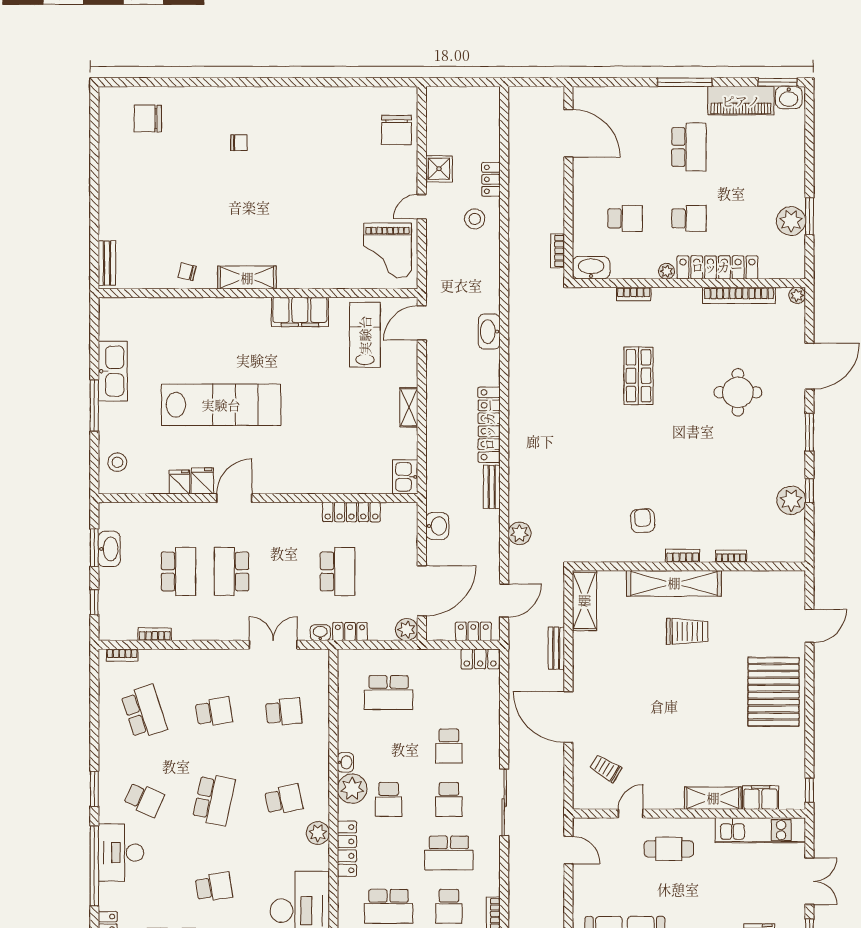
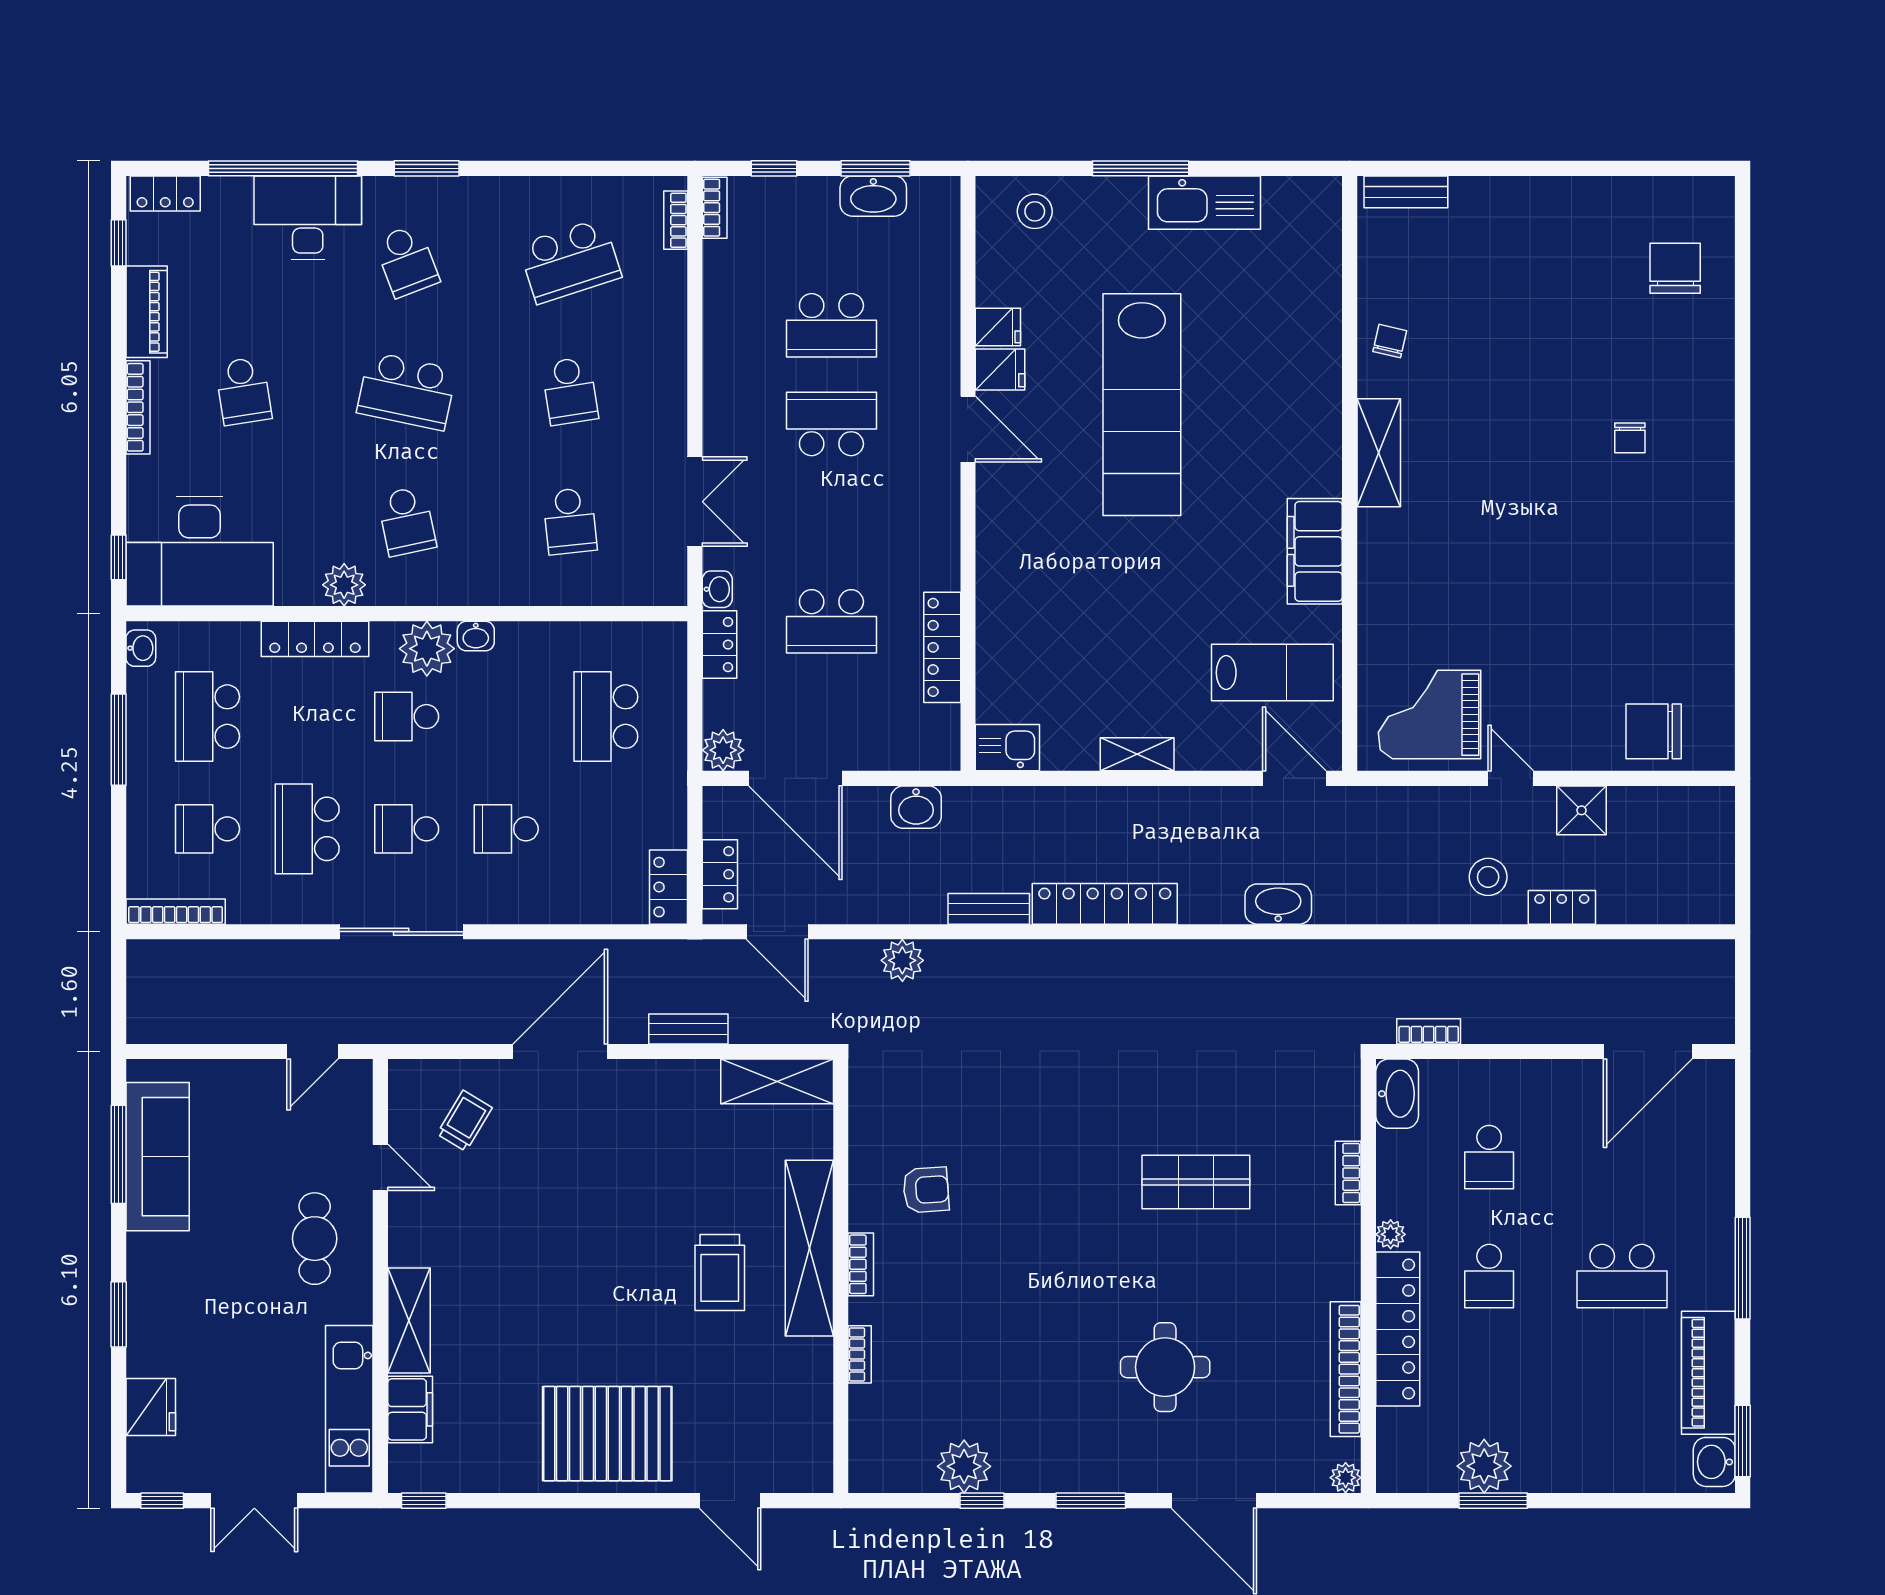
bookcase: (155, 634) -> (715, 208), moved
school desk: (144, 799) -> (407, 261), turned -45

